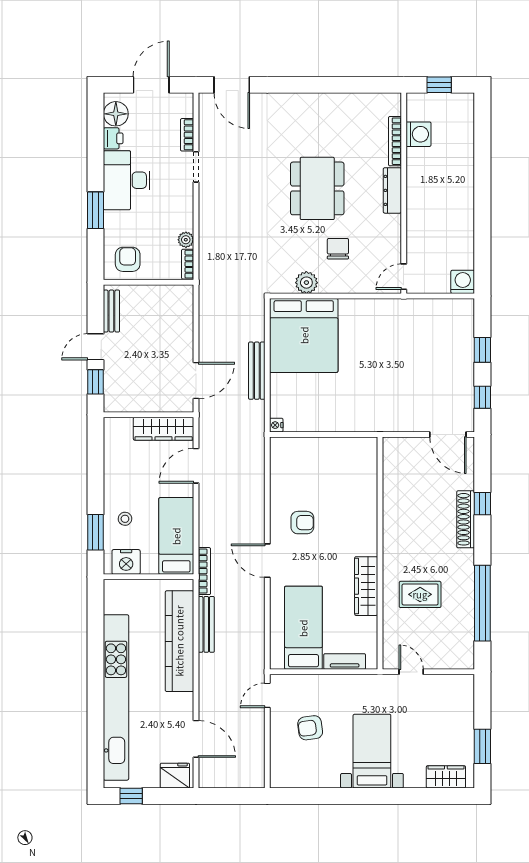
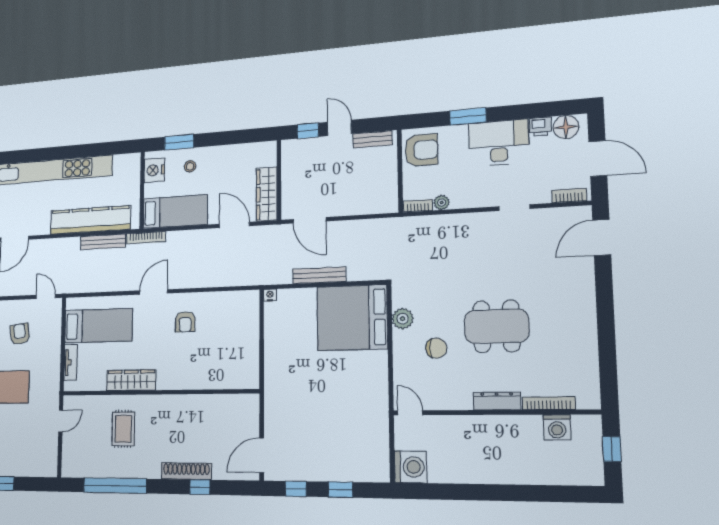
bookcase: (187, 135) -> (569, 195), moved
armchair: (128, 259) -> (421, 150), width x1.38, depth x1.38
washing machine: (463, 282) -> (410, 467), width x1.37, depth x1.37

